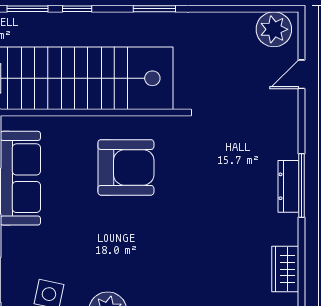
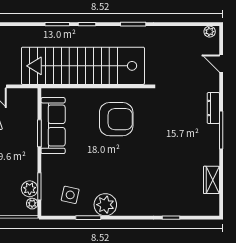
plant: (274, 29) -> (210, 32), width x0.53, depth x0.53
door: (301, 74) -> (221, 63), hinge flipped
dresser: (288, 186) -> (213, 108), moved

